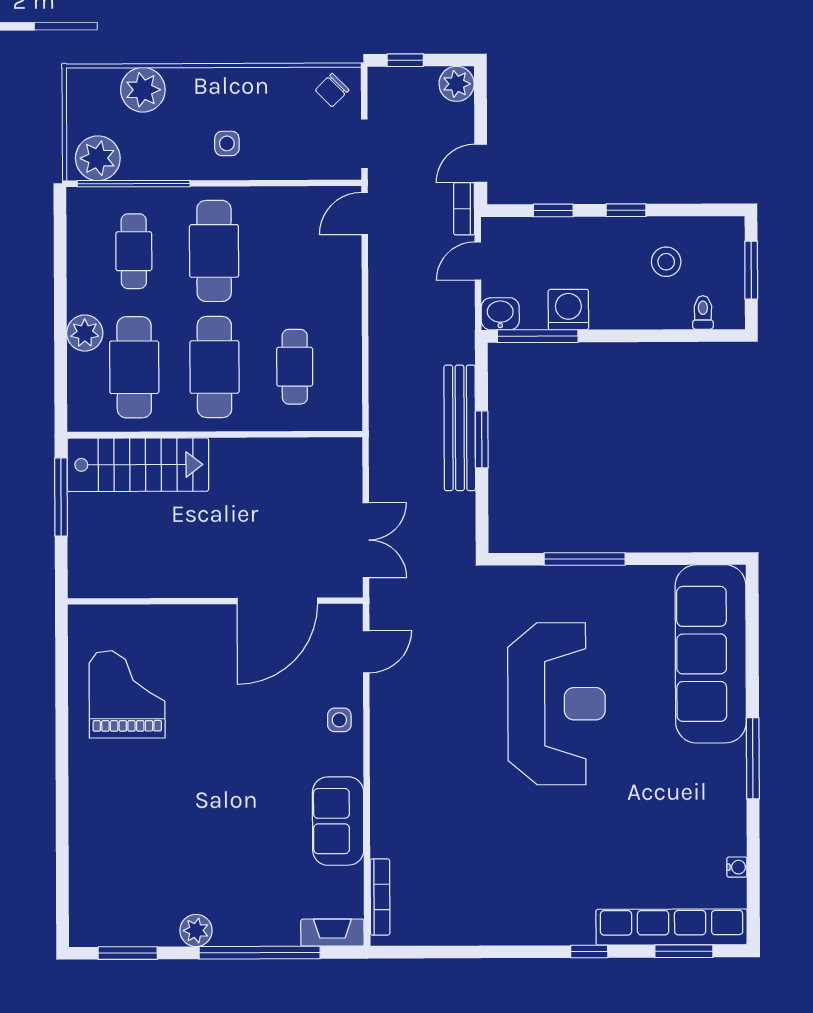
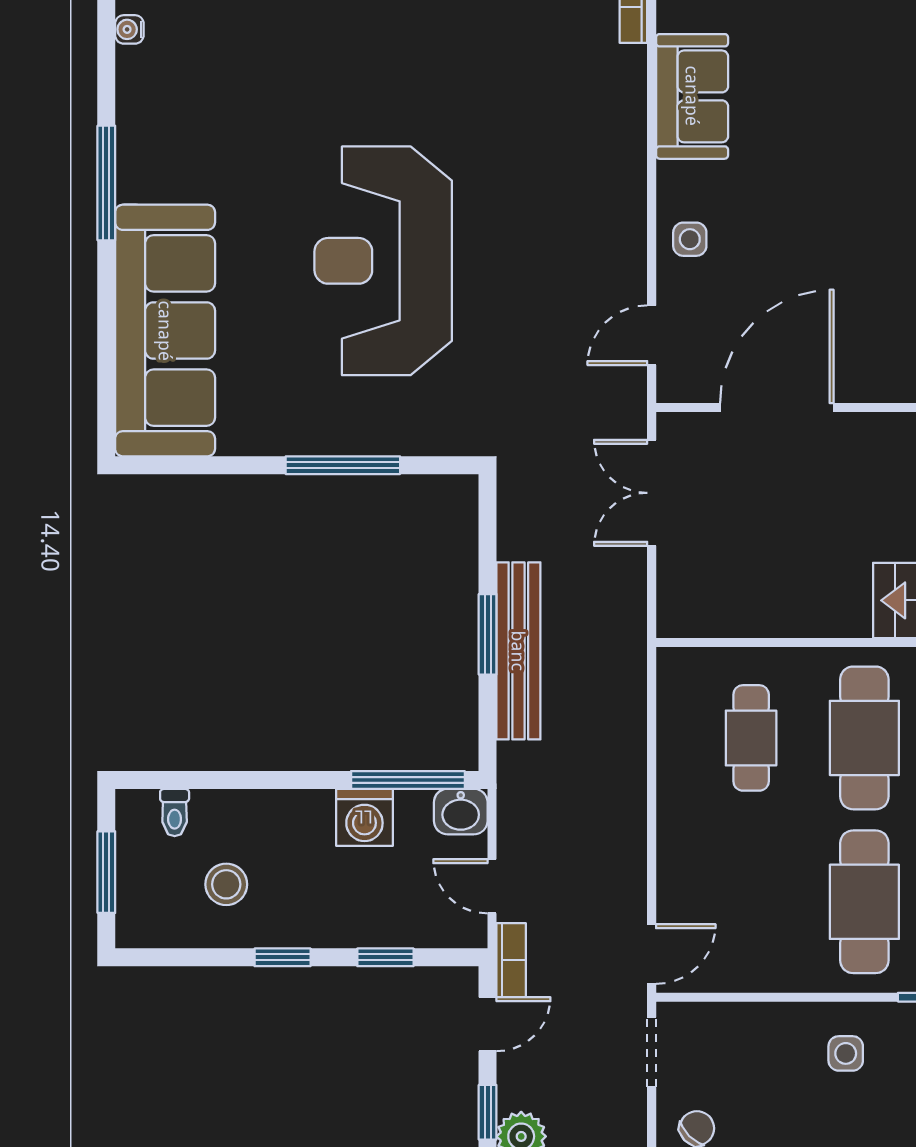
window: (480, 101) -> (488, 1112), added
door: (478, 261) -> (492, 886), swing flipped

